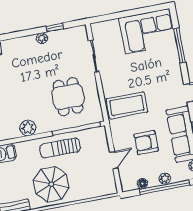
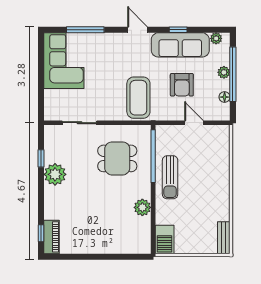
plant: (42, 38) -> (55, 174), width x1.87, depth x1.87
parasol: (51, 184) -> (207, 194), removed

